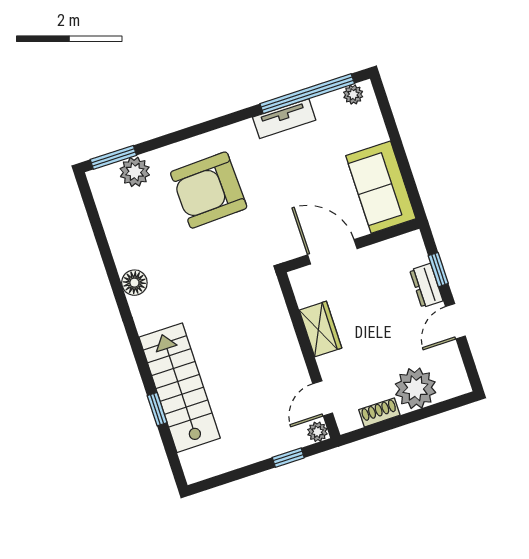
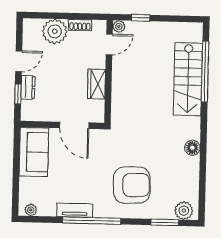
window: (307, 94) -> (92, 221), moved
window: (113, 157) -> (165, 222), moved
plant: (135, 172) -> (184, 211), moved
window: (157, 409) -> (205, 72), width x3.17

